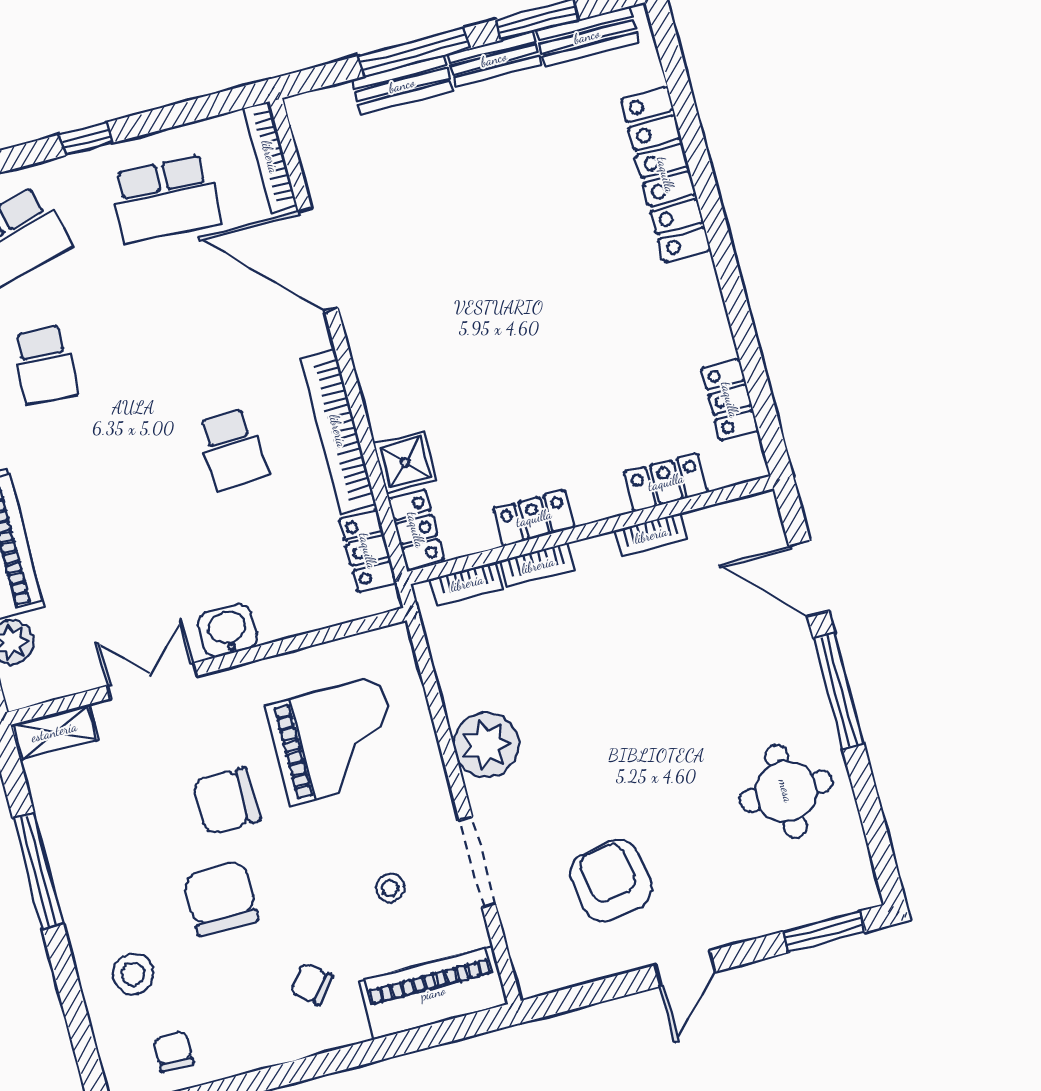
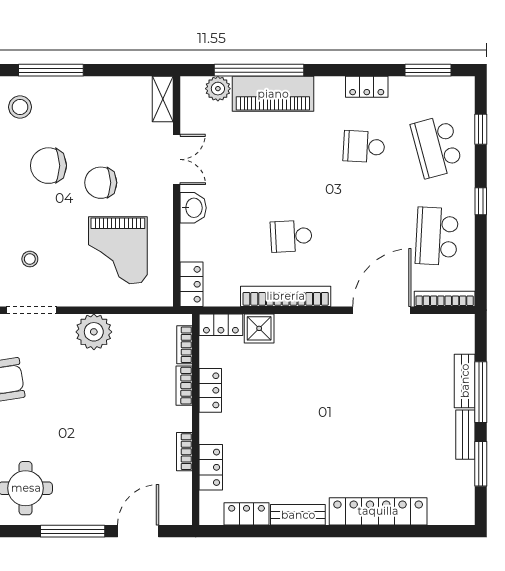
bench: (587, 36) -> (298, 515), moved, turned 90
locker: (368, 551) -> (192, 284), moved, turned 90
chair: (226, 801) -> (101, 183), turned -90
window: (38, 871) -> (51, 70), moved
chair: (221, 899) -> (48, 166), turned 180

